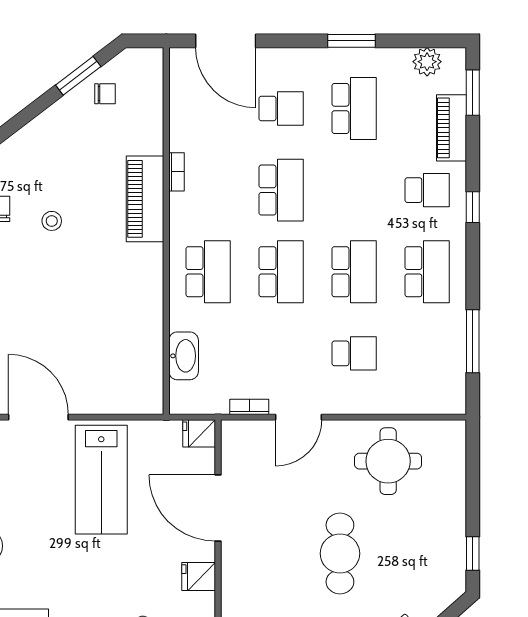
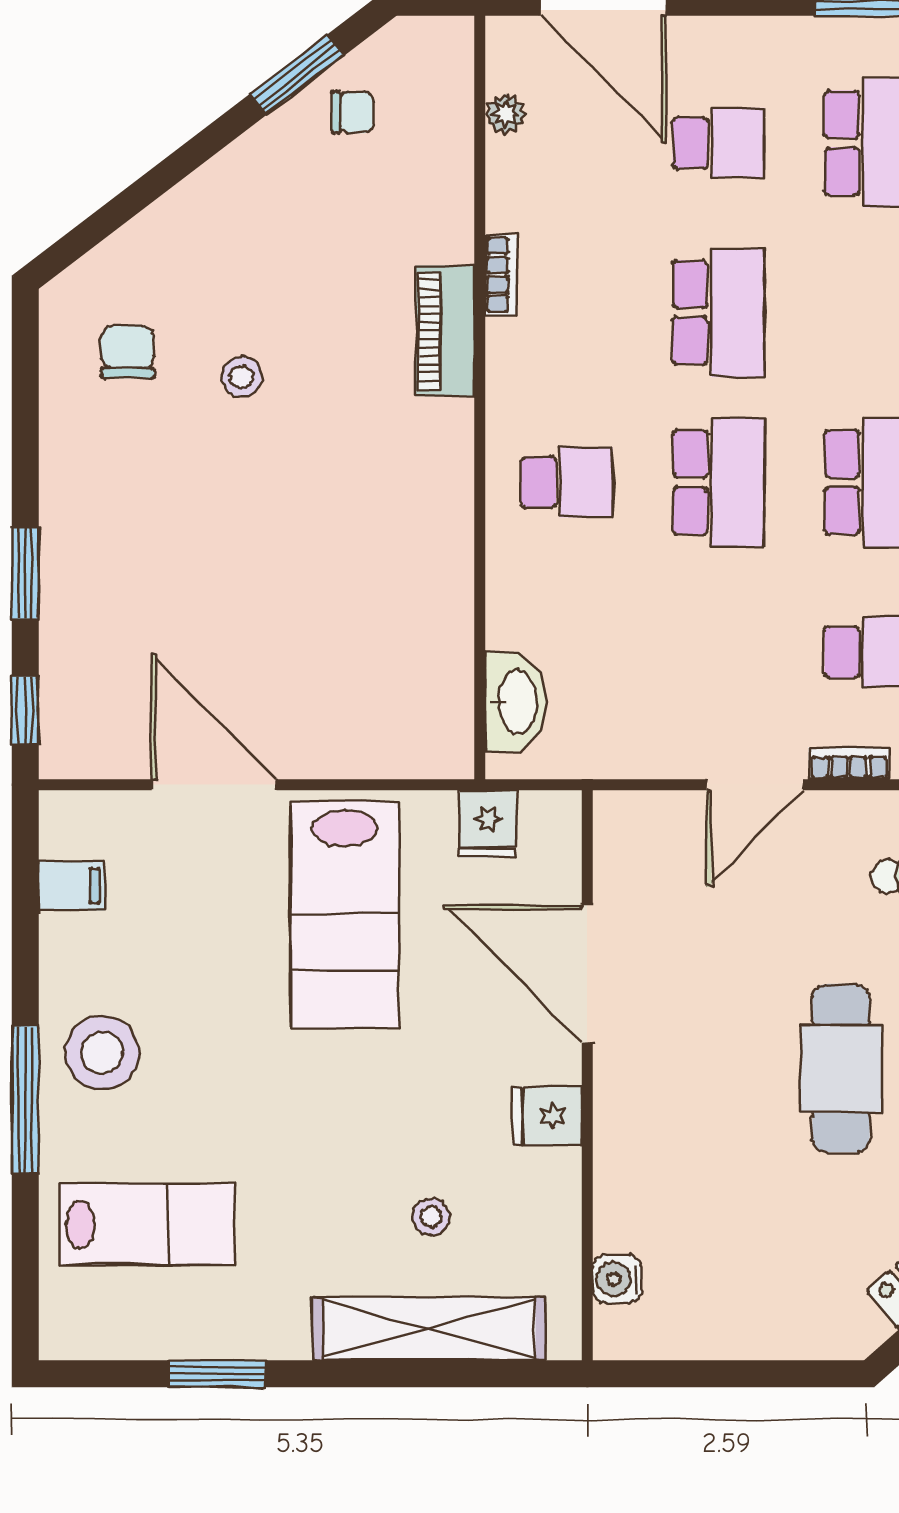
plant: (179, 95) -> (505, 114), added
piano: (145, 199) -> (445, 331), width x0.73, depth x0.75
school desk: (208, 272) -> (567, 482), width x0.54
washbasin: (184, 356) -> (516, 702), moved
bookcase: (249, 407) -> (849, 763), moved
fridge: (199, 433) -> (488, 824), moved, turned -90

